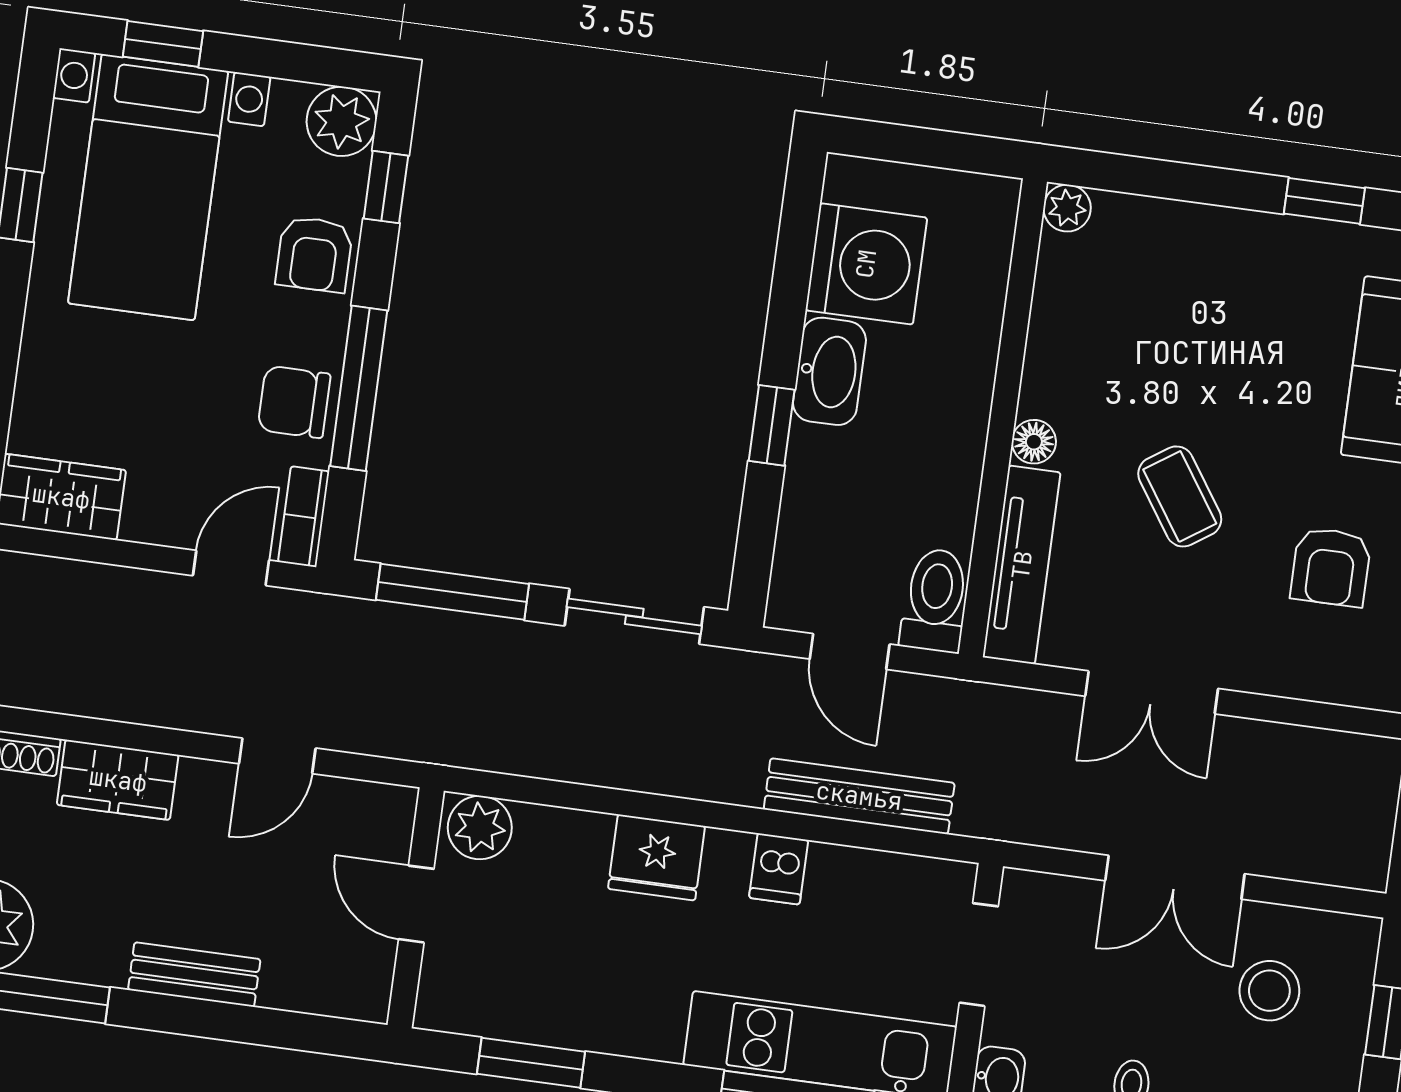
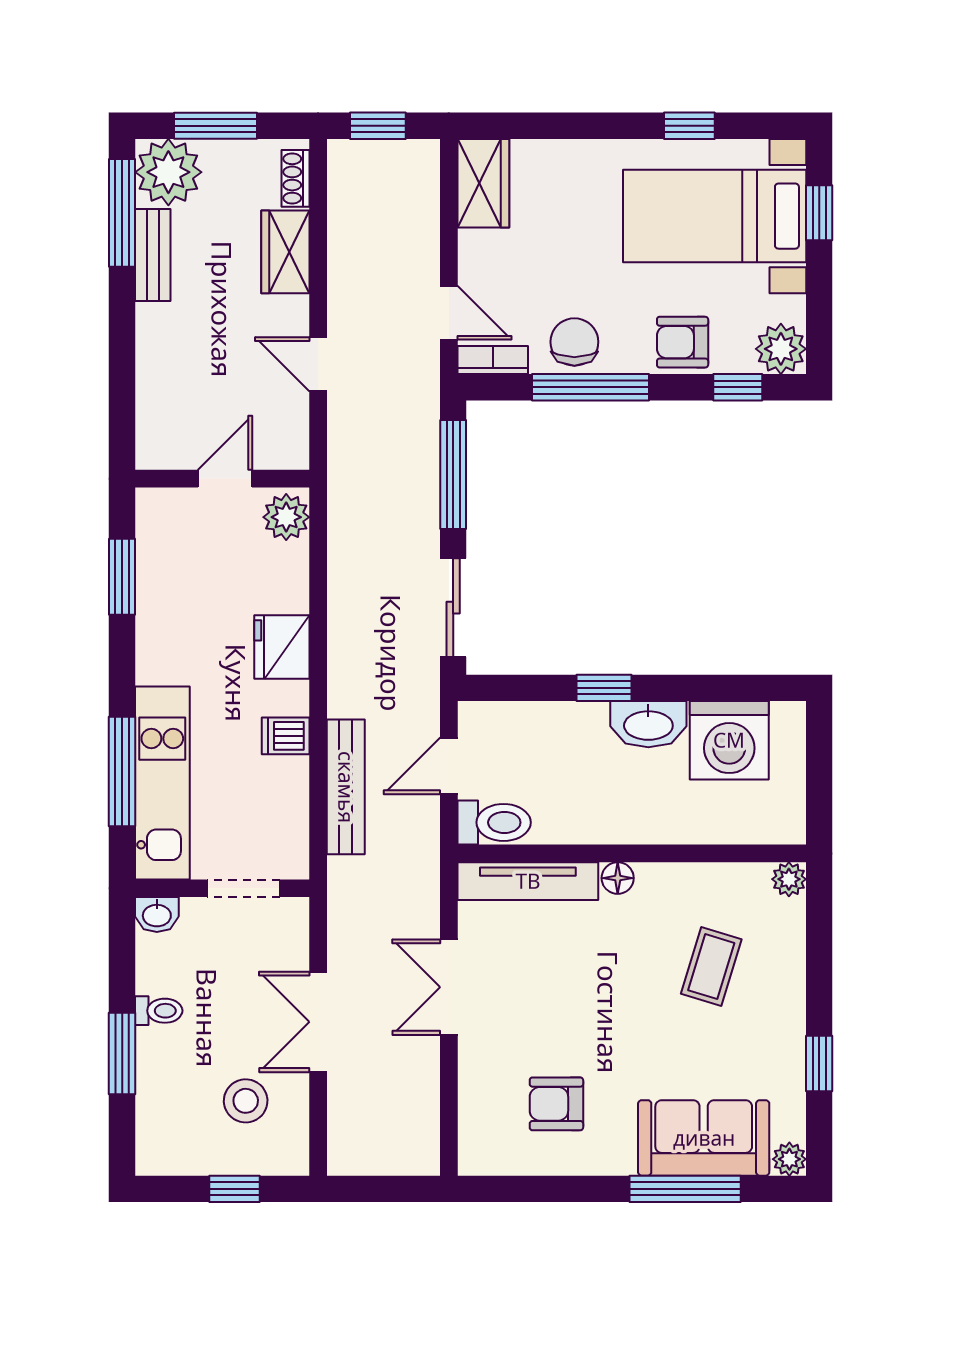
coffee table: (1180, 496) -> (711, 967), moved, turned -39
bench: (194, 975) -> (153, 255), moved

